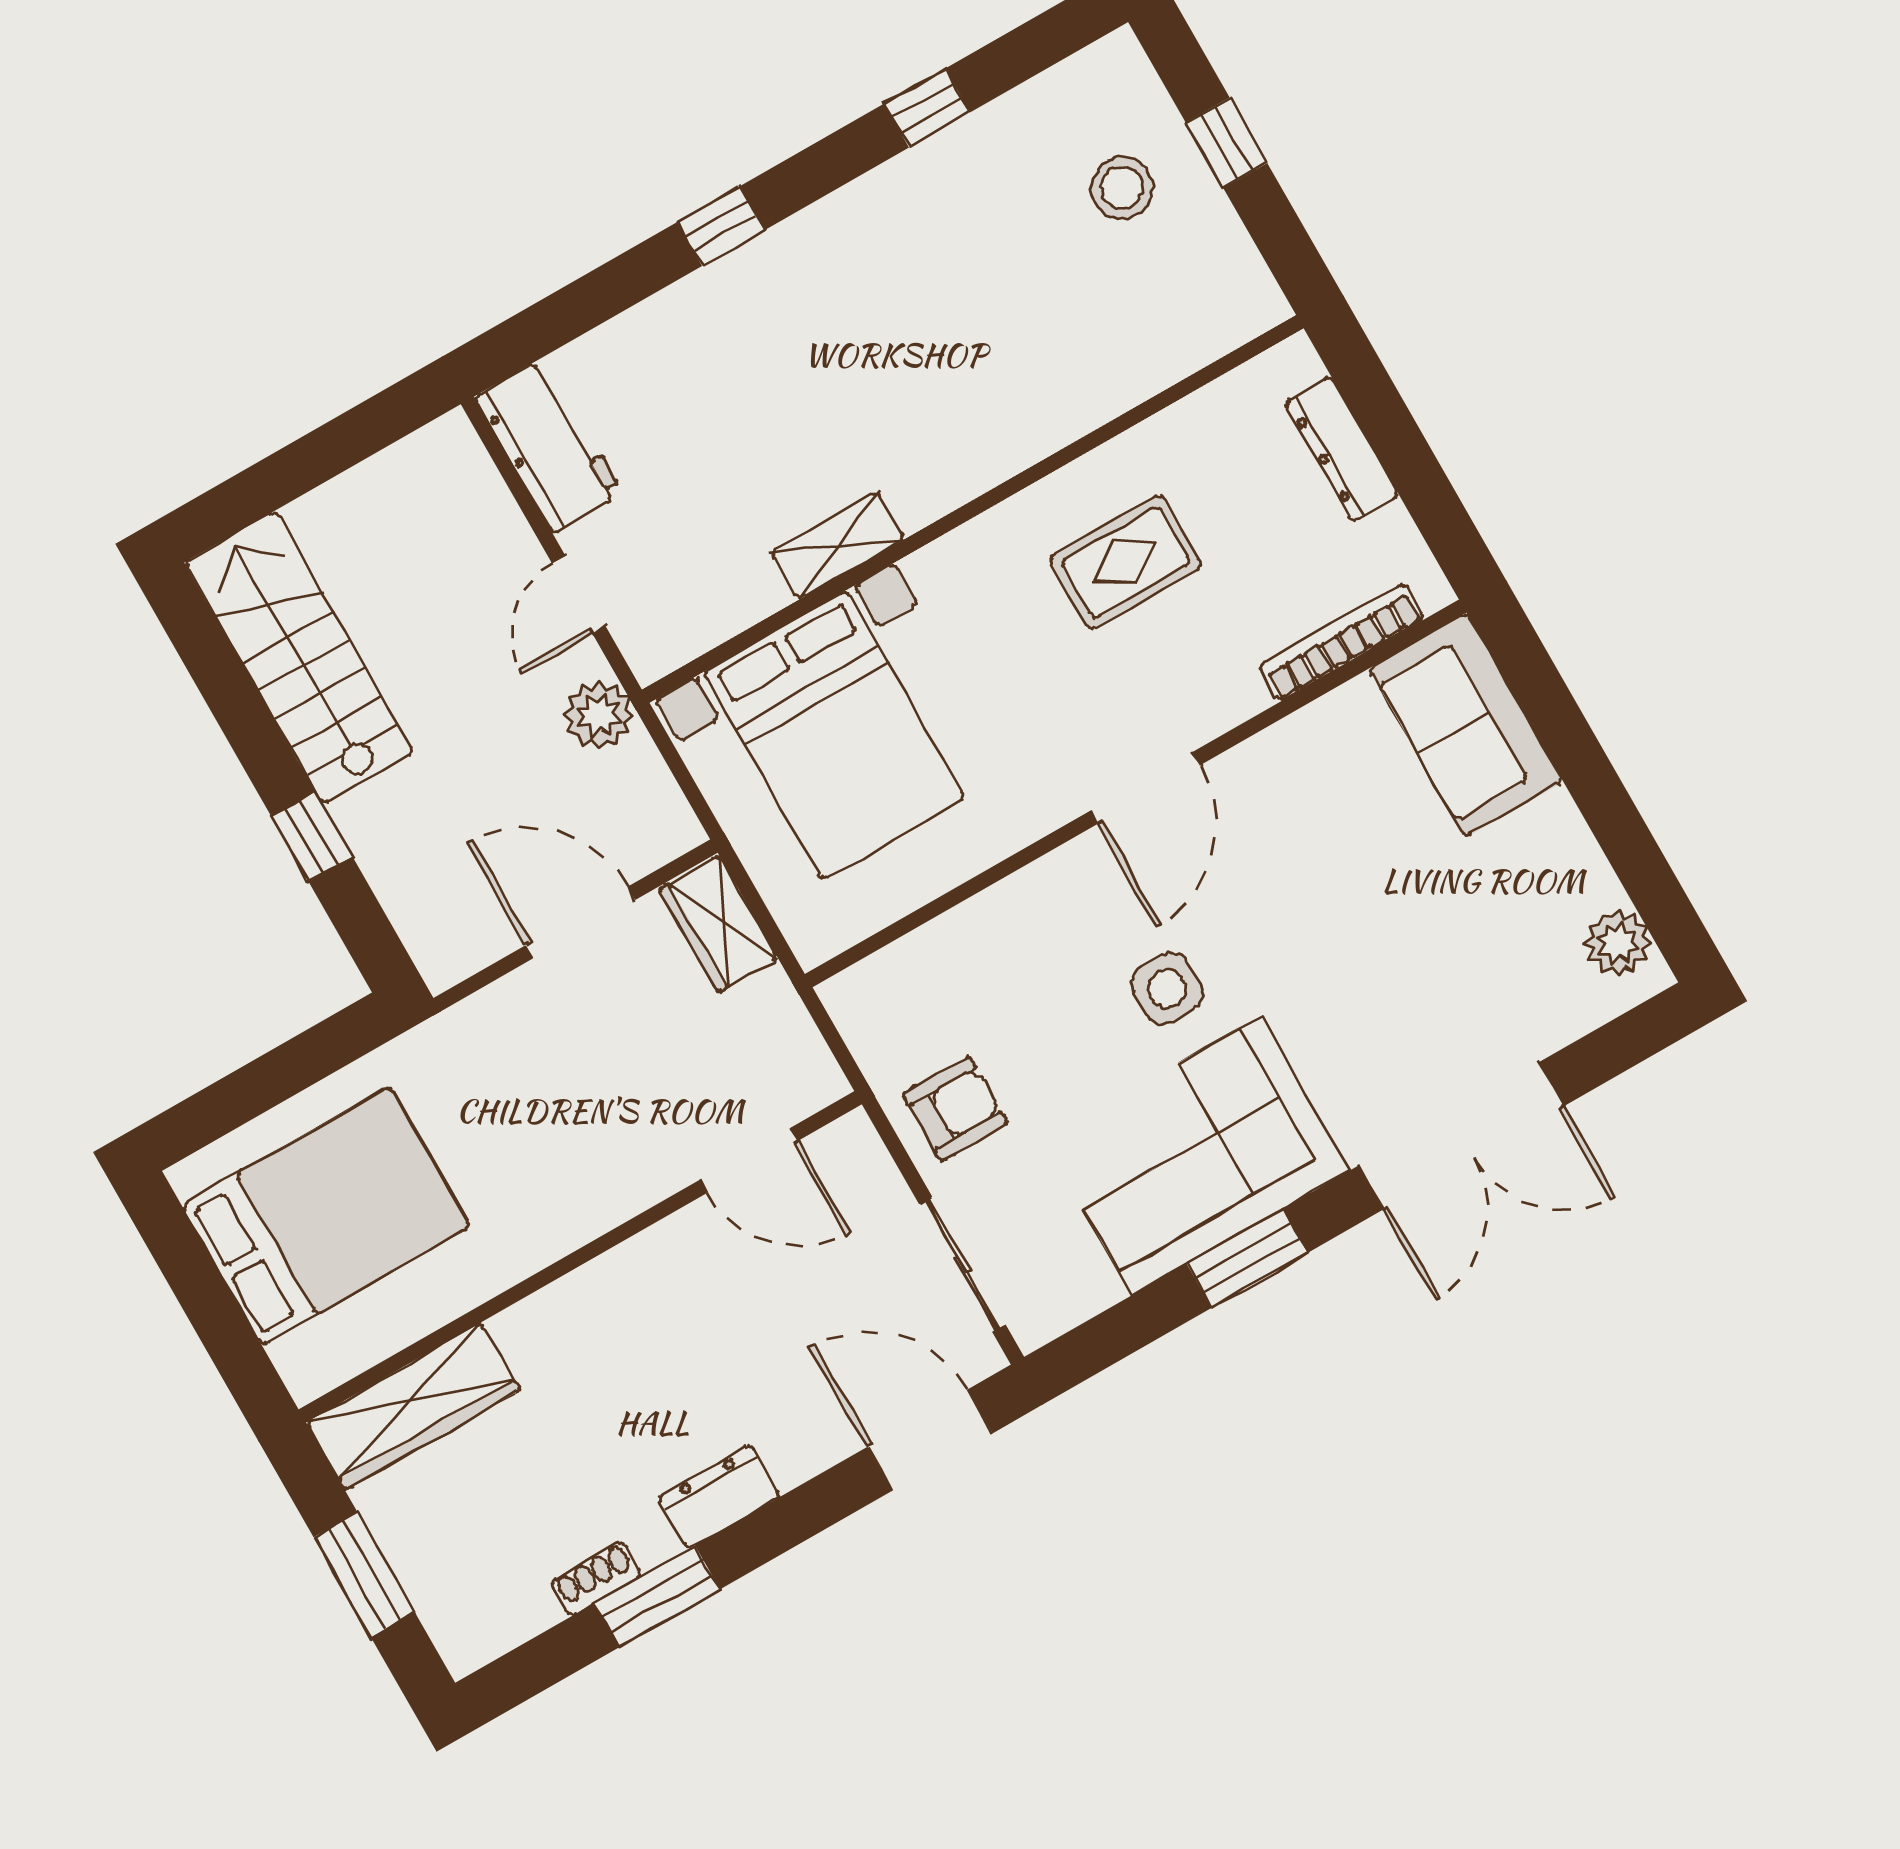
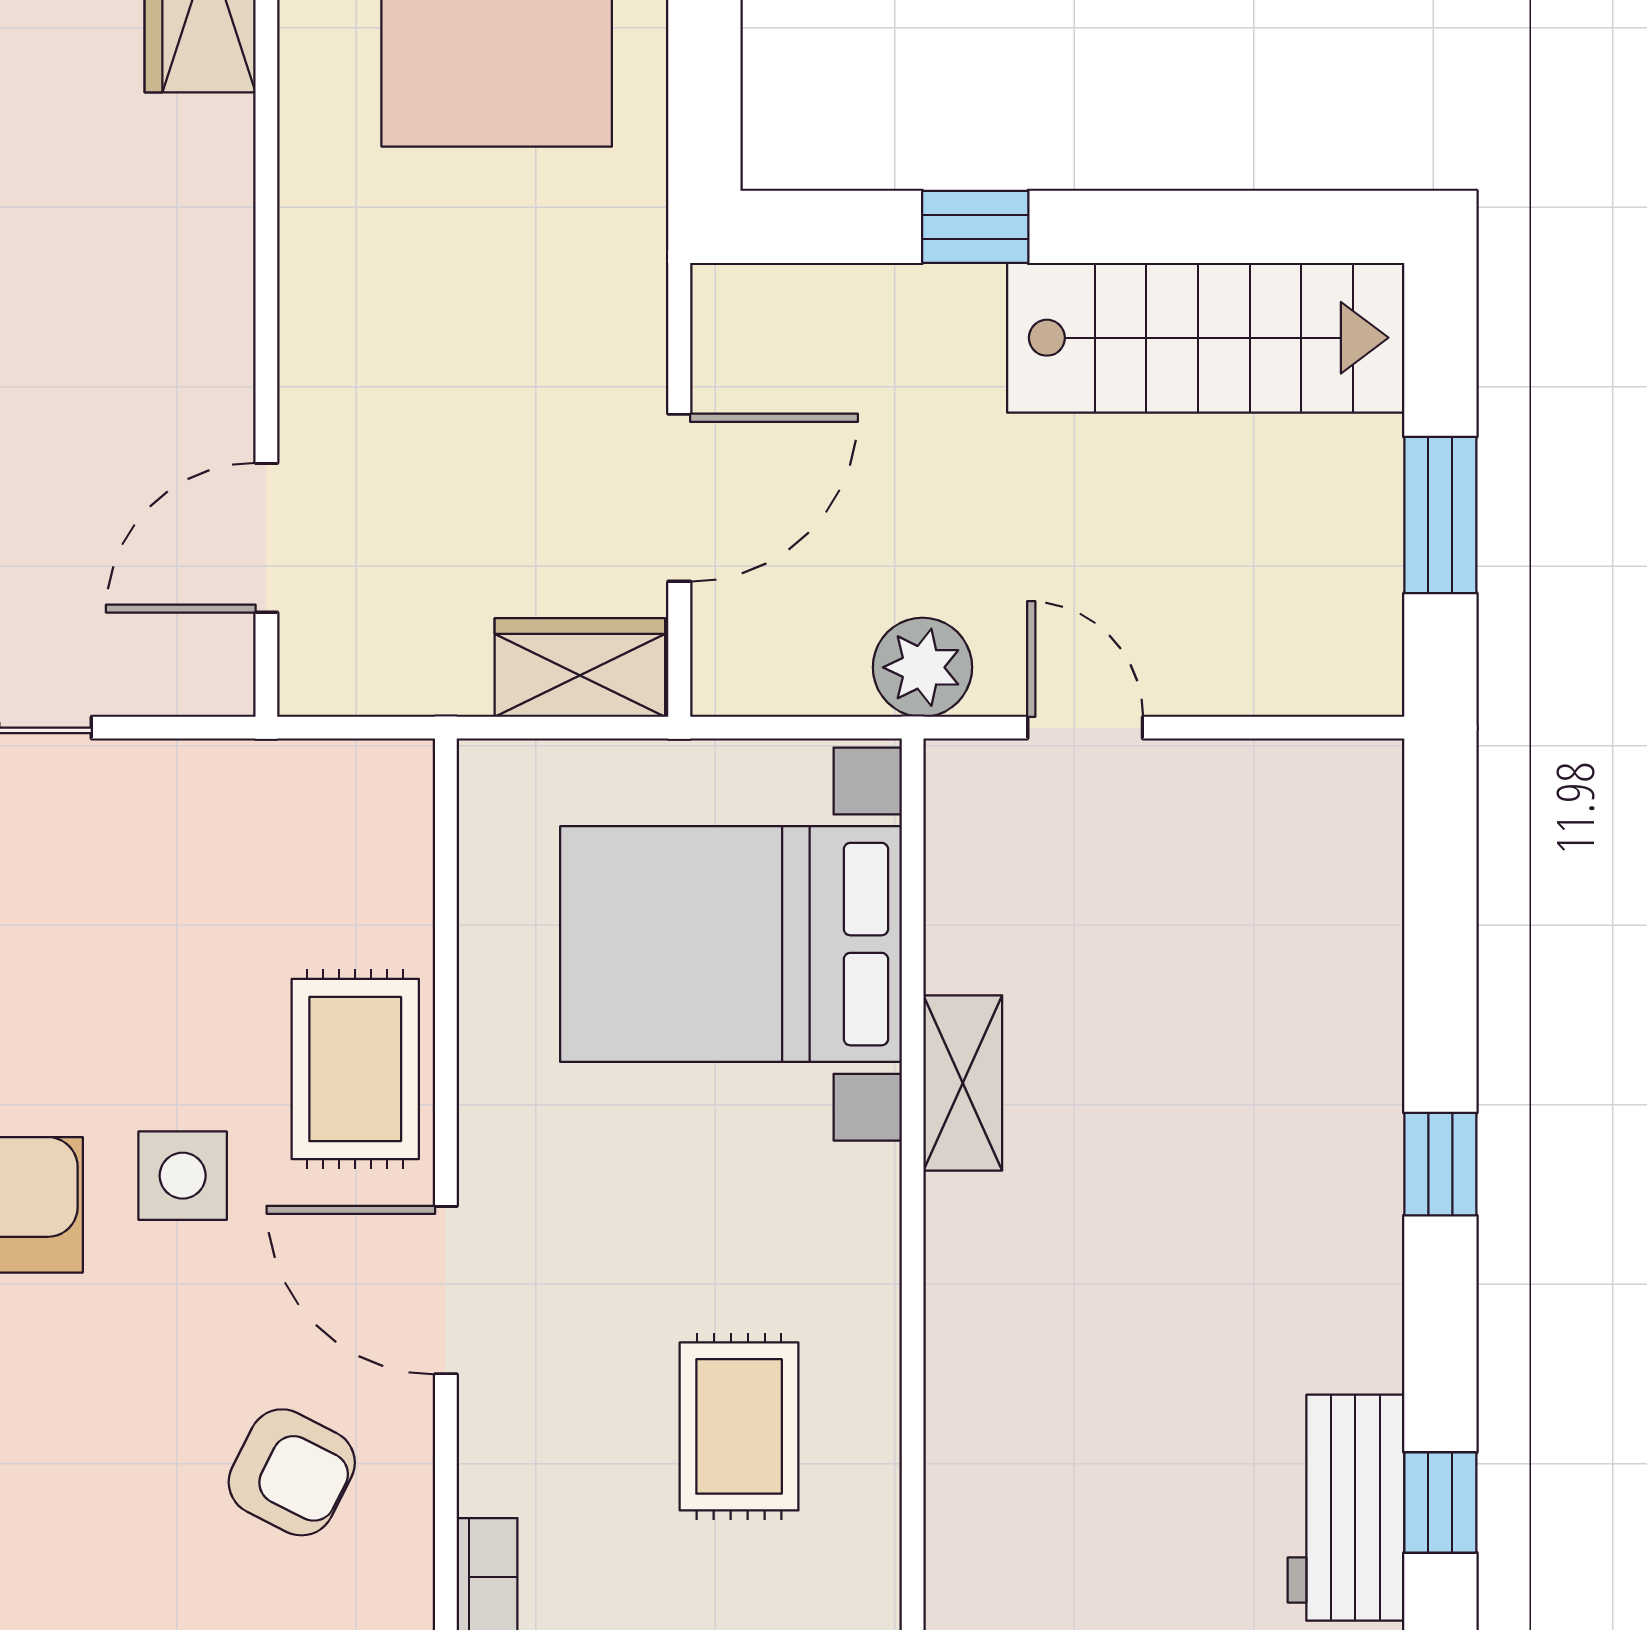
workbench: (549, 445) -> (1346, 1508), moved, turned 90
window: (325, 453) -> (1440, 515), added
rug: (1042, 921) -> (355, 1069), added
armchair: (955, 1109) -> (292, 1472), moved, turned -63

